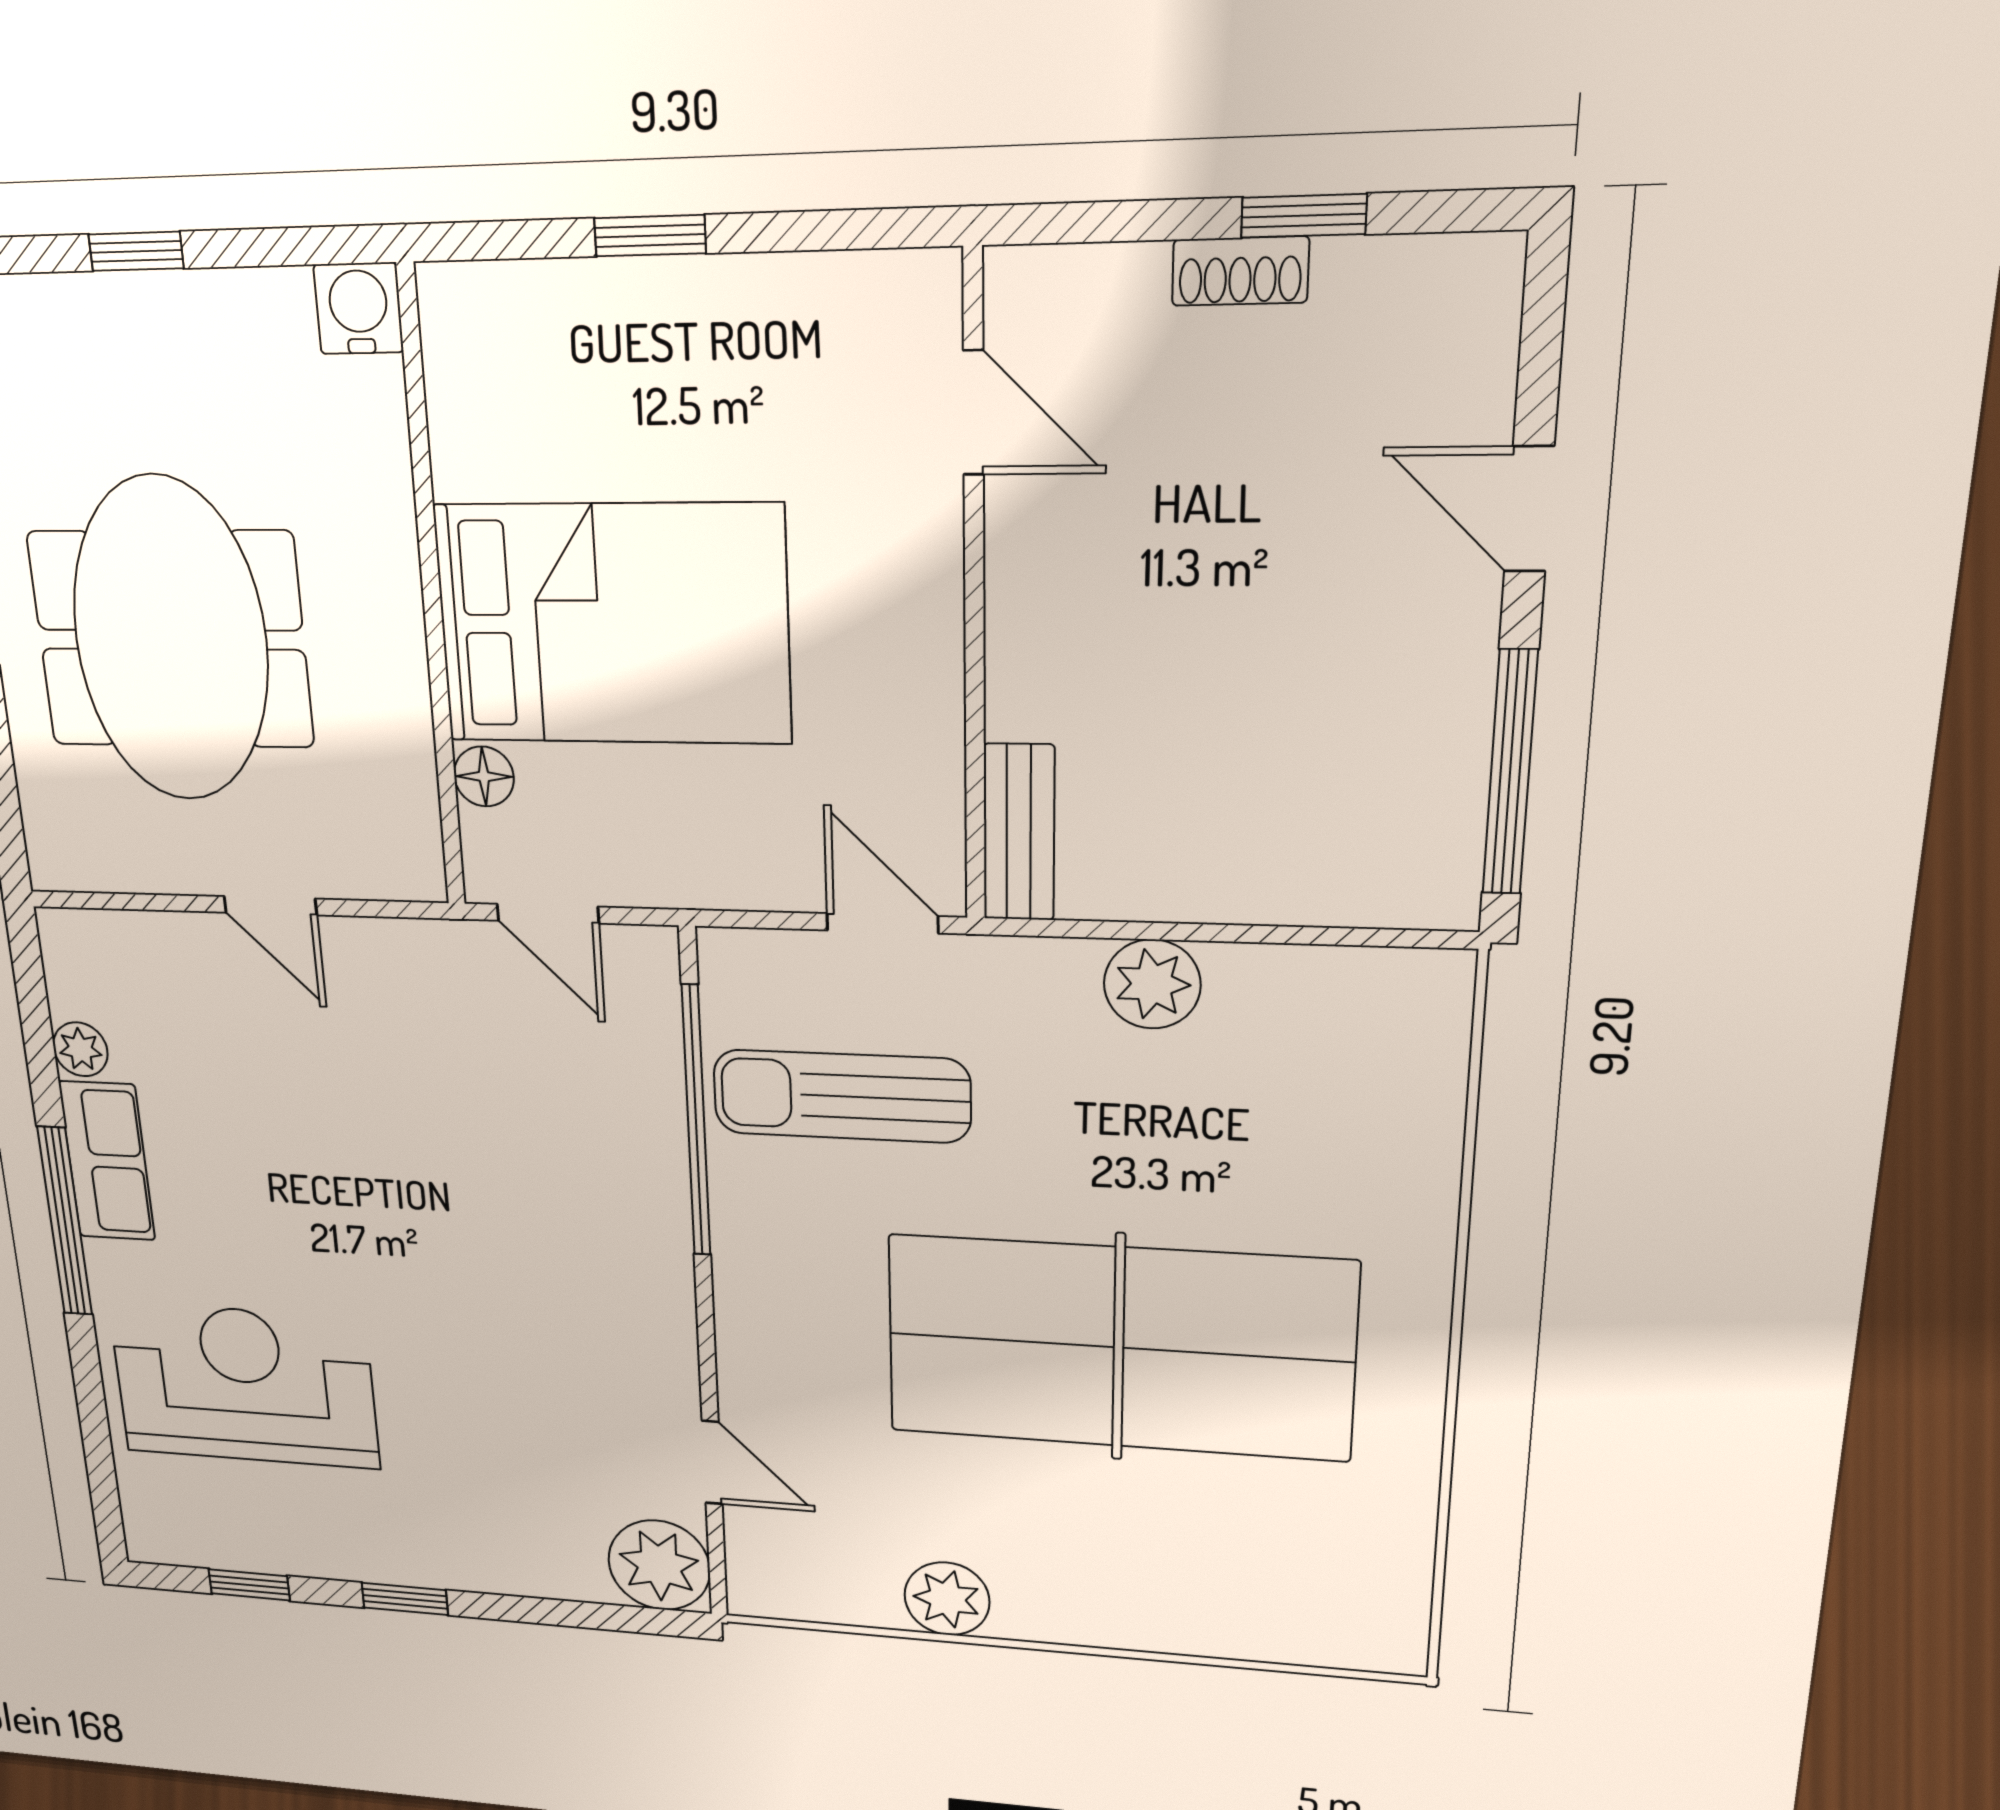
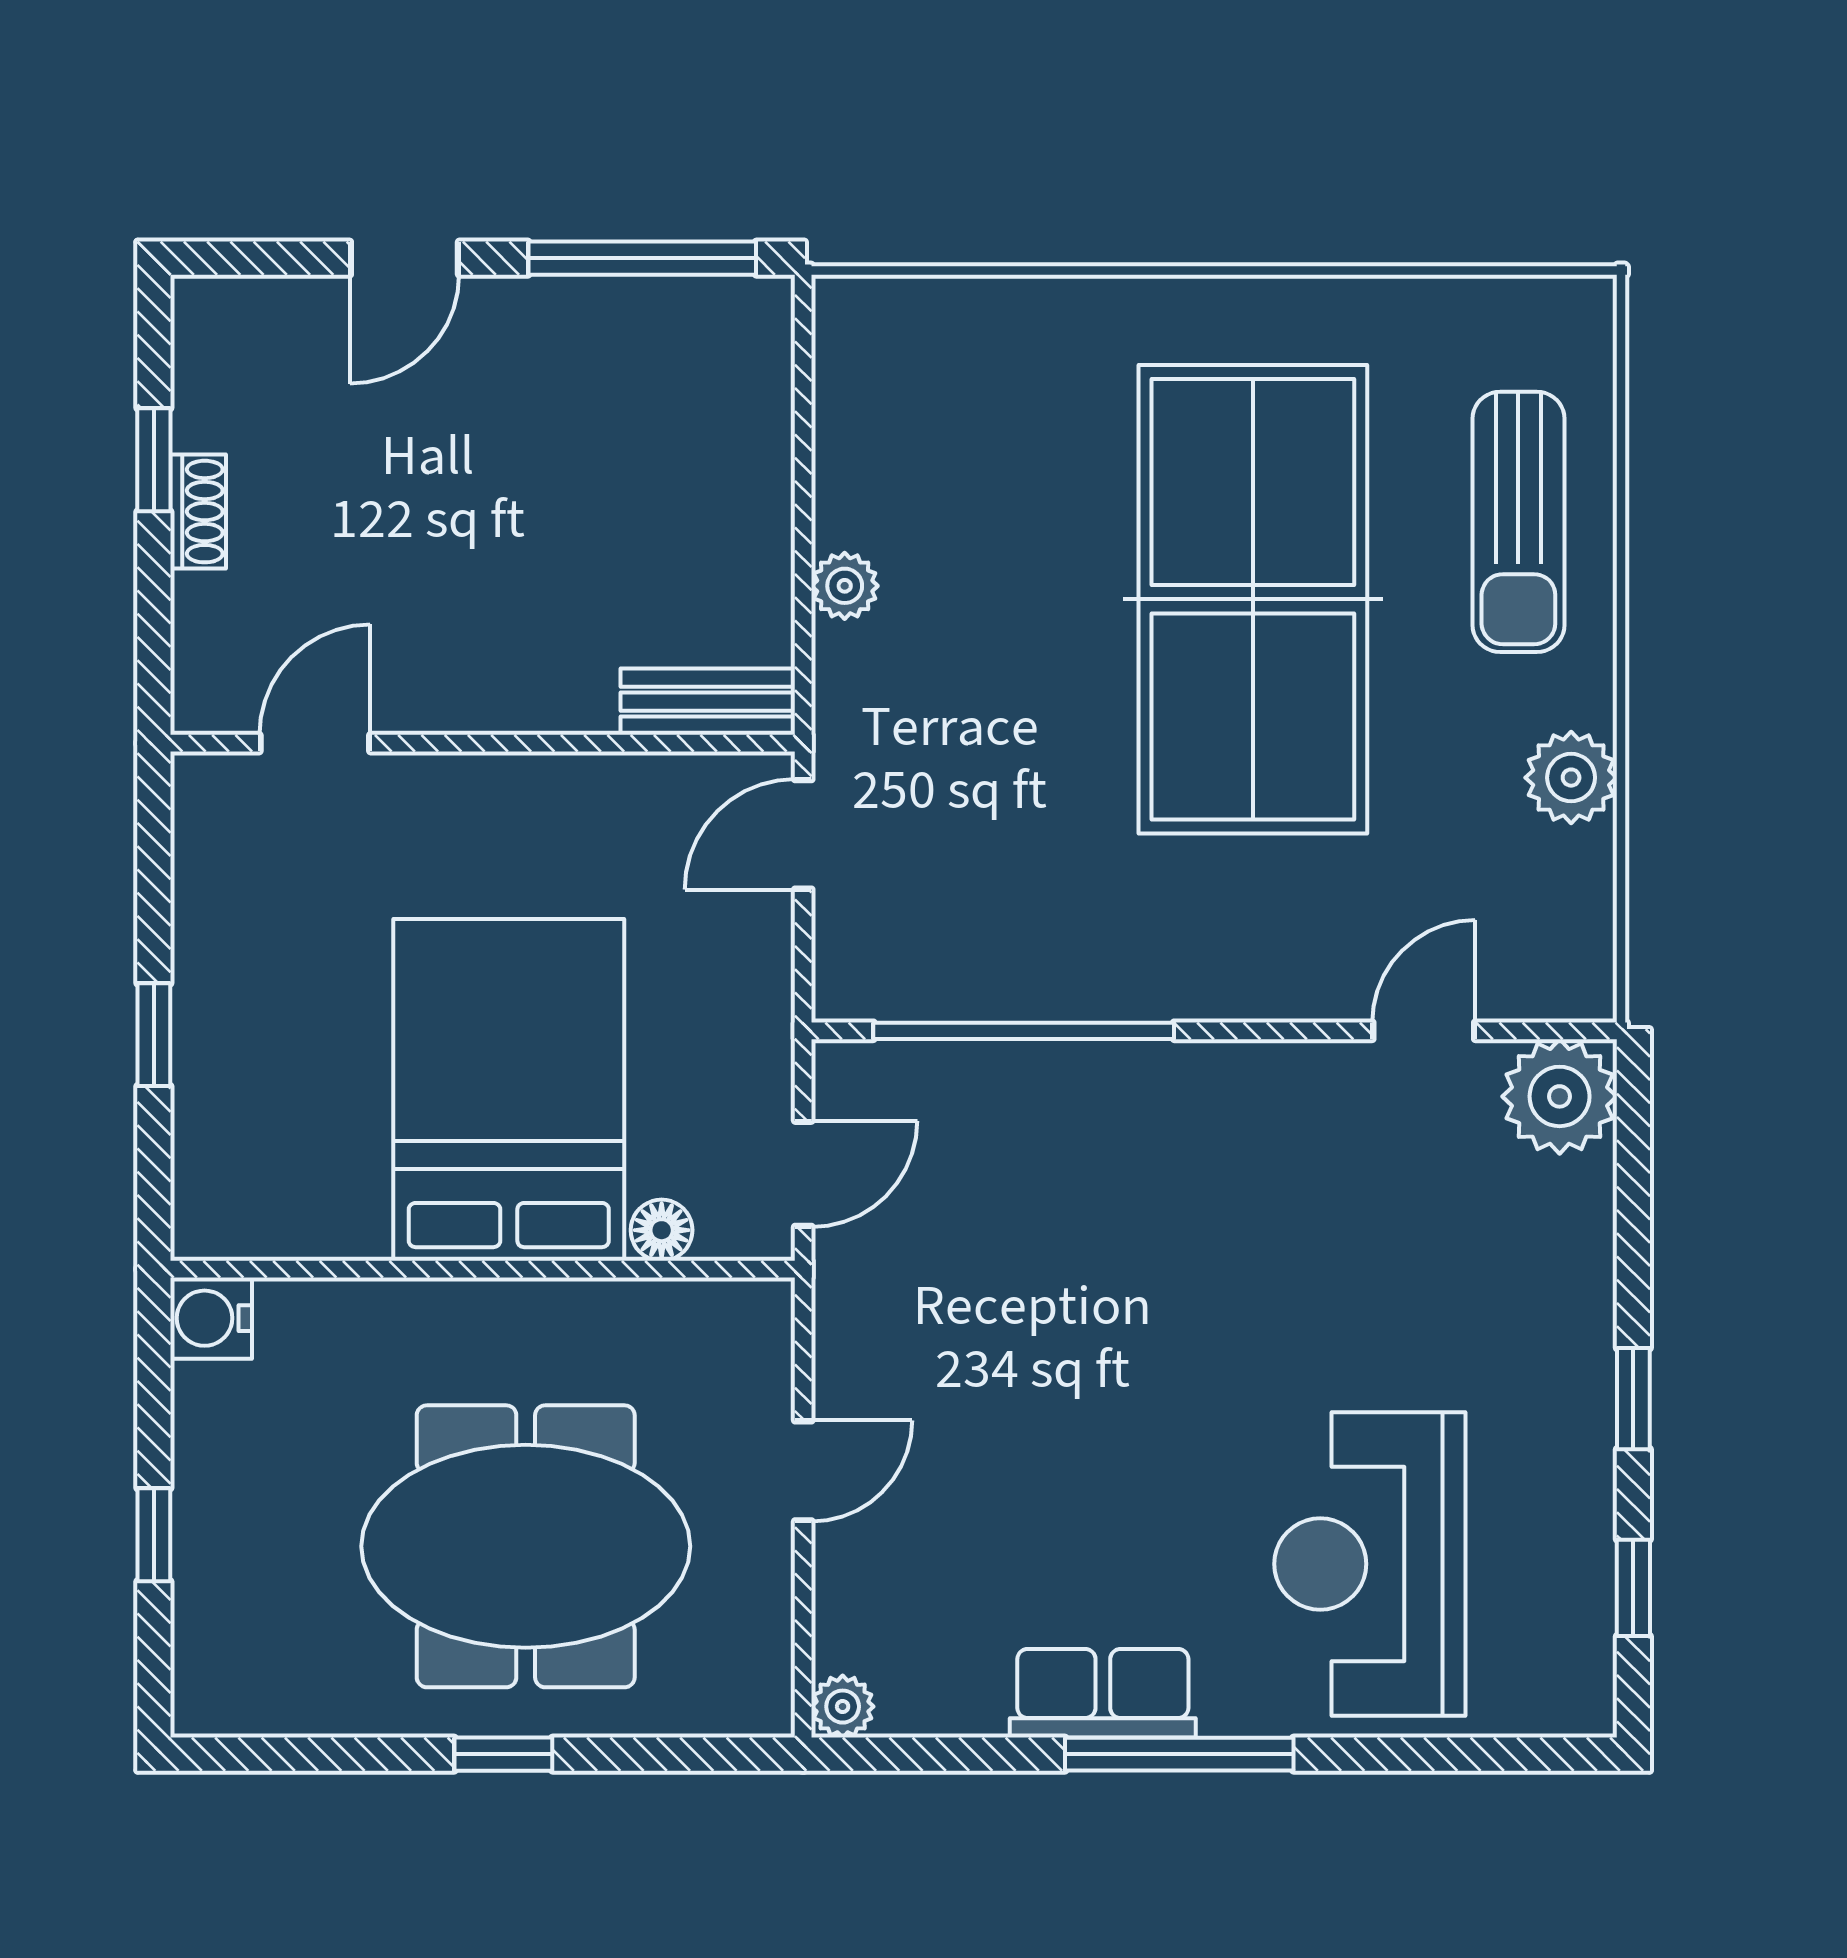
plant: (1152, 984) -> (845, 586), width x0.73, depth x0.73
plant: (80, 1049) -> (843, 1707), moved
sun lounger: (841, 1096) -> (1518, 522), moved

